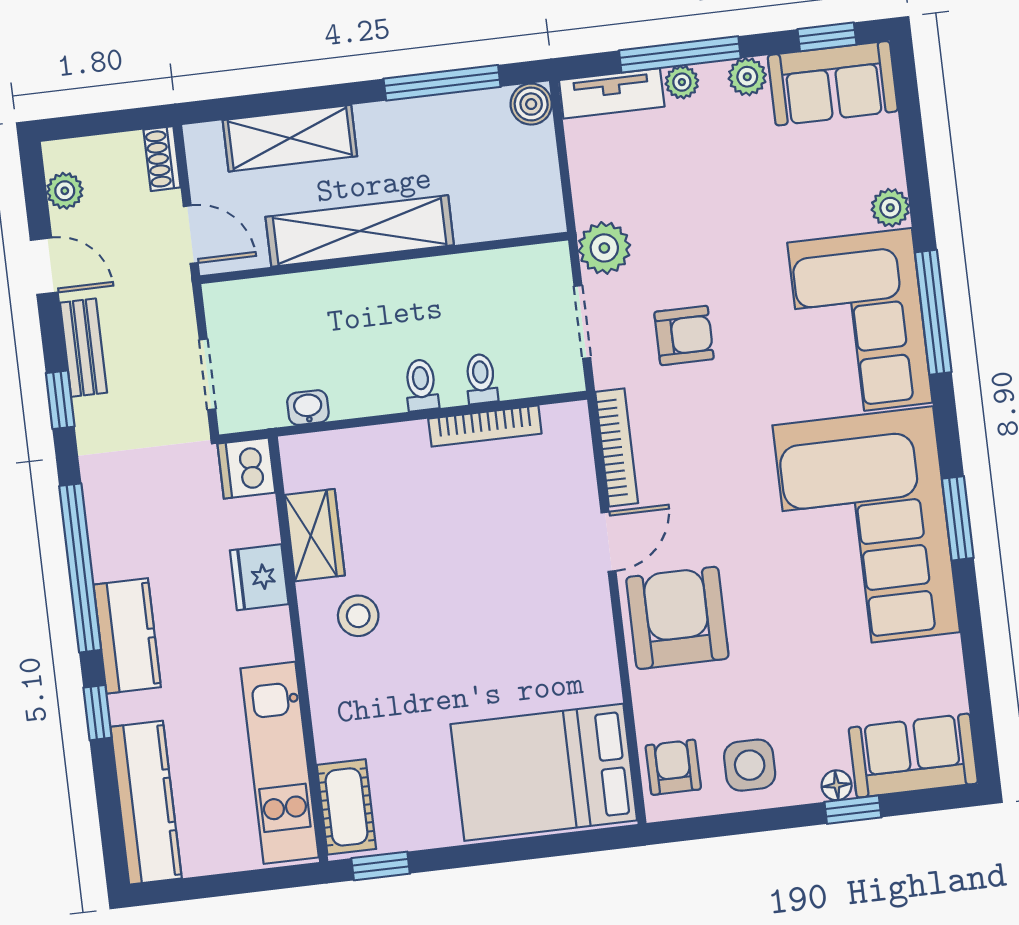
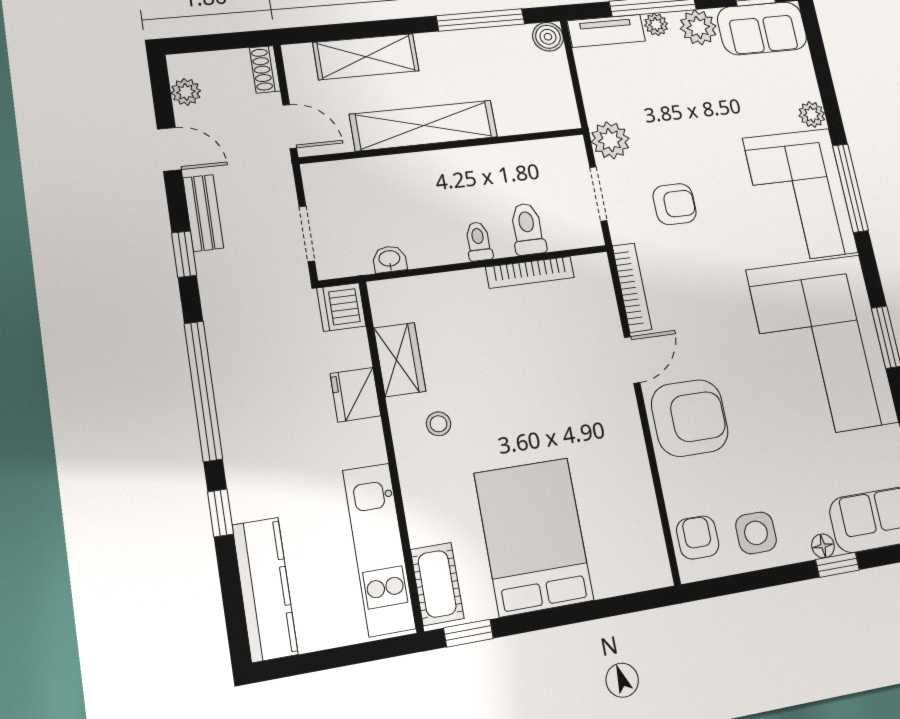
plant: (747, 77) -> (698, 27), width x1.38, depth x1.38
toilet: (481, 379) -> (527, 229), width x1.37, depth x1.39
stool: (358, 616) -> (438, 424), width x0.73, depth x0.73
armchair: (677, 618) -> (690, 418), turned 90
kitchen counter: (127, 636) -> (245, 447), removed
bed: (544, 772) -> (534, 537), moved, turned 90

